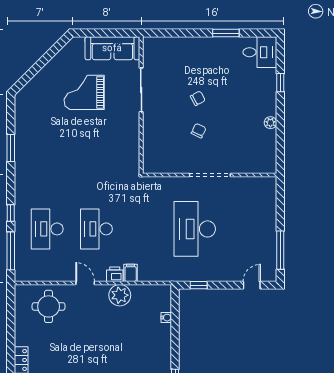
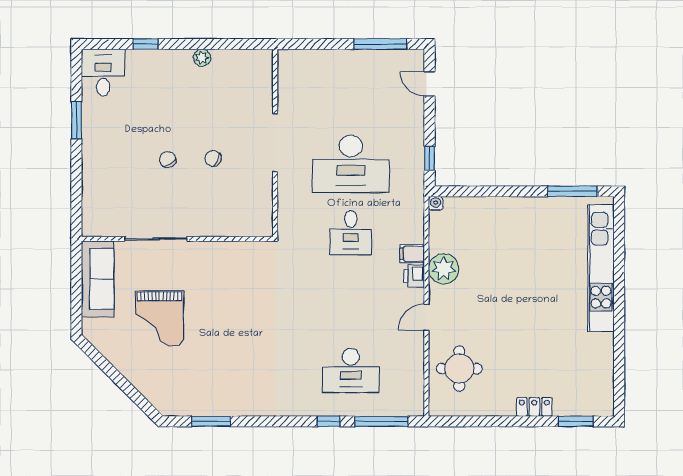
window: (11, 148) -> (211, 421), moved
desk: (96, 229) -> (351, 233), moved, width x0.73
water cooler: (166, 318) -> (436, 204), moved

